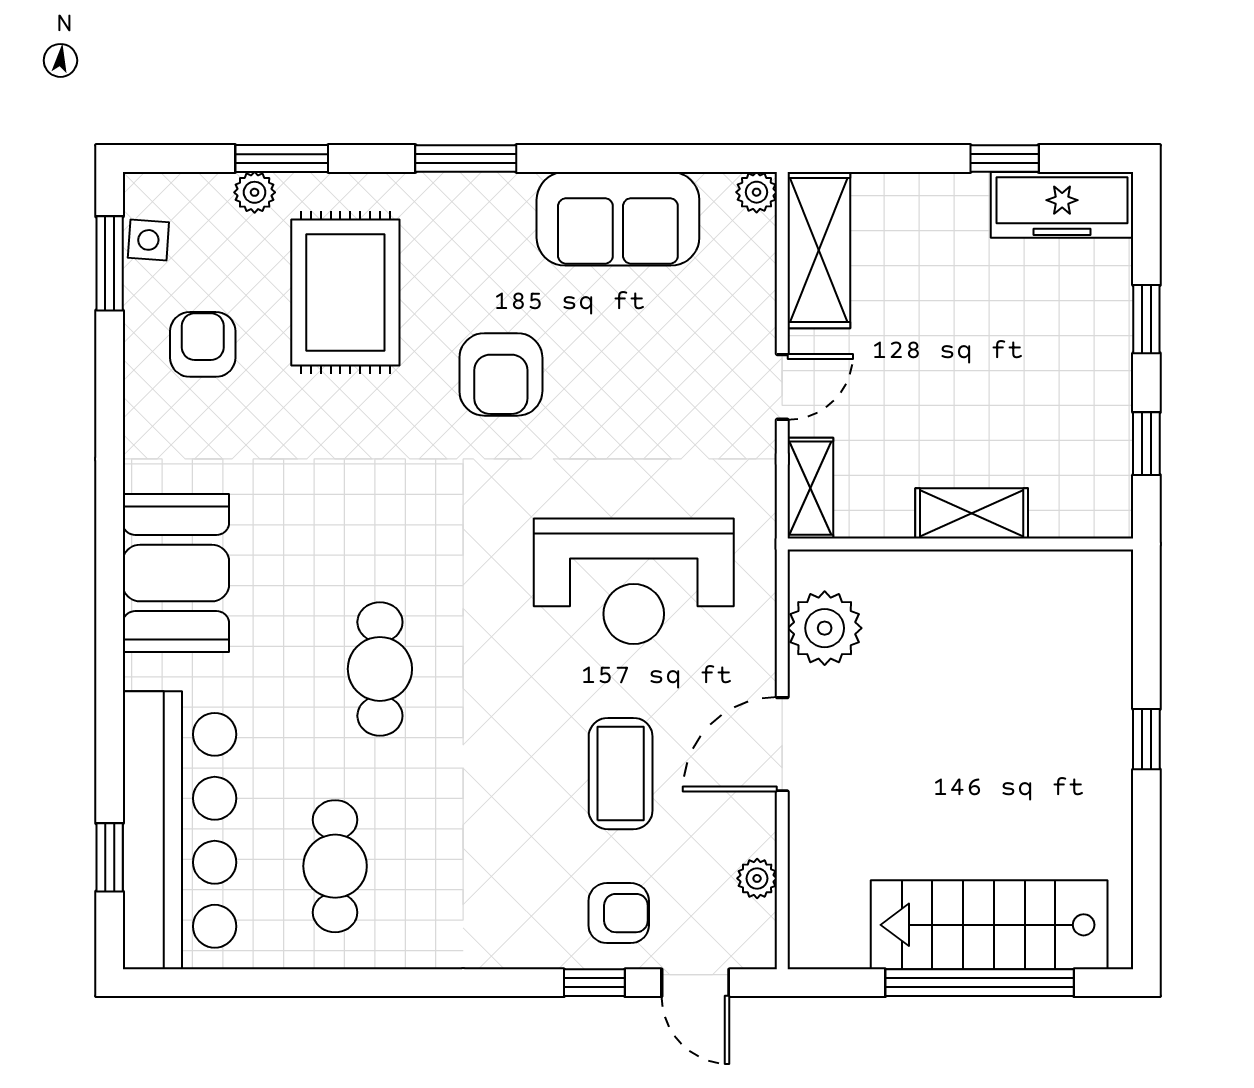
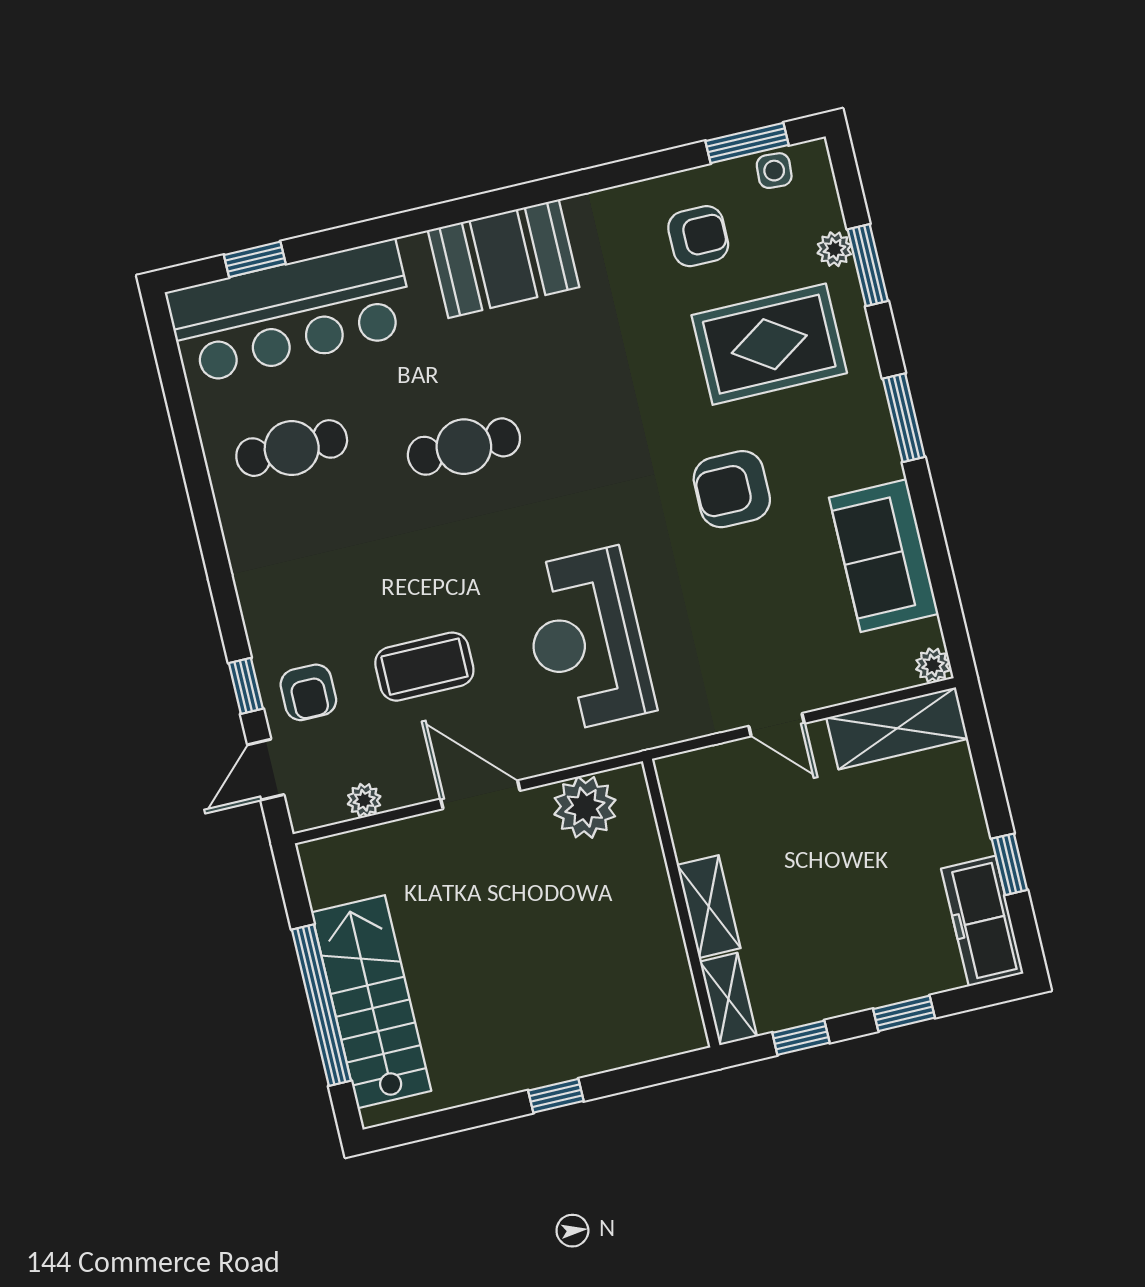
shelving: (810, 488) -> (728, 999), moved, turned 90

